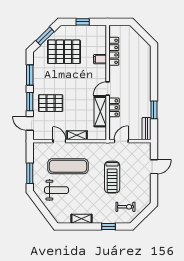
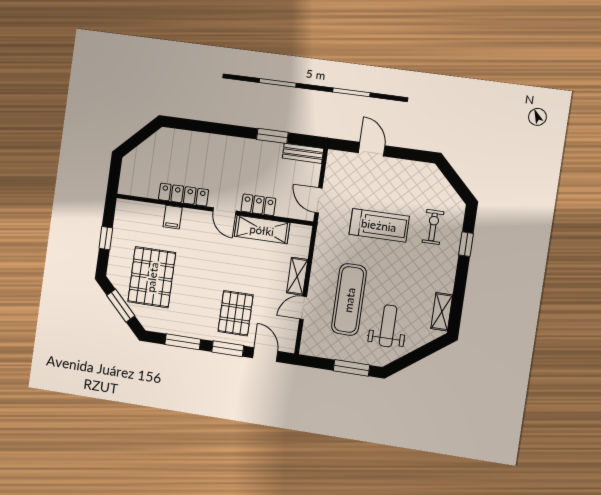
locker: (114, 51) -> (183, 195), moved
door: (30, 123) -> (265, 355), swing flipped
exercise bike: (125, 207) -> (433, 227), moved
shelving: (82, 219) -> (442, 312), moved

